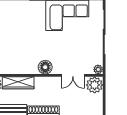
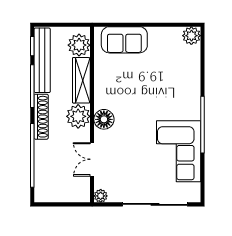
plant: (95, 85) -> (78, 116), moved

